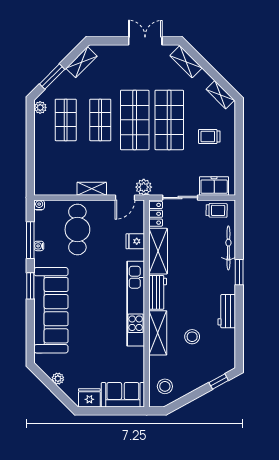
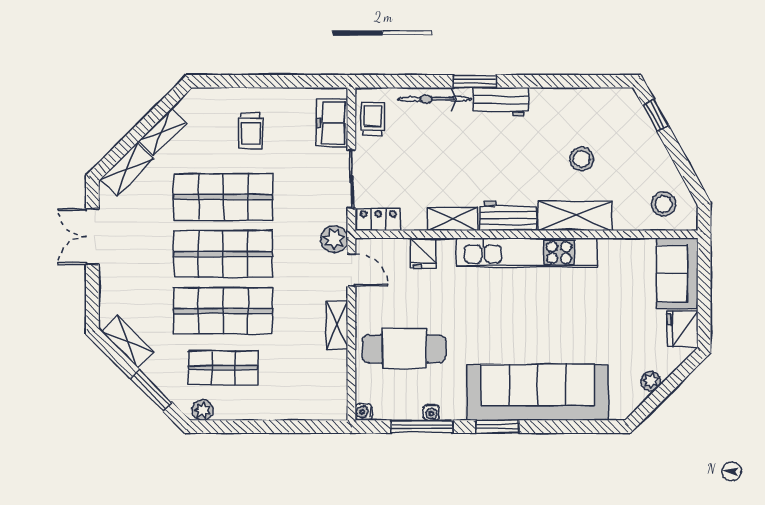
shelving: (220, 95) -> (162, 132), moved
shop shelf: (100, 120) -> (223, 311), width x1.43, depth x1.36
shelving: (158, 251) -> (453, 219), width x0.67, depth x0.75
workbench: (227, 311) -> (501, 102), moved

